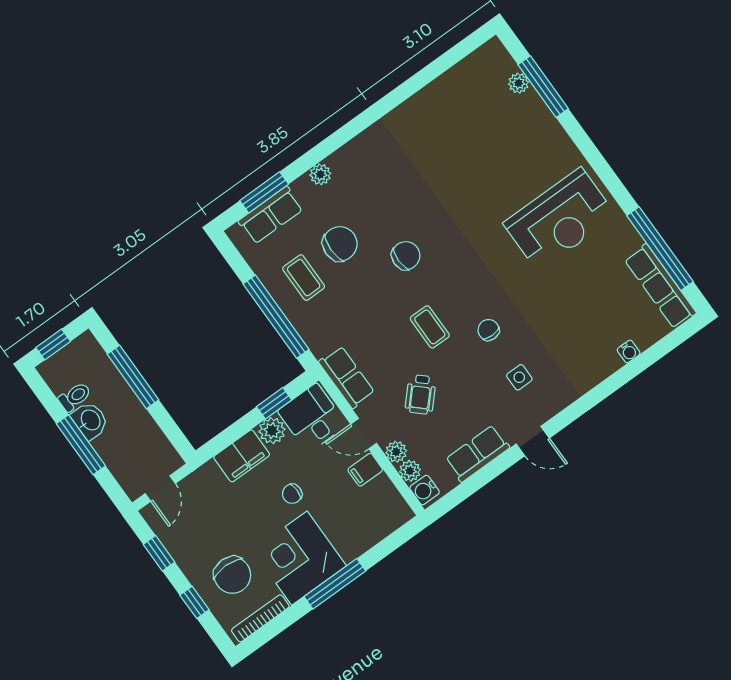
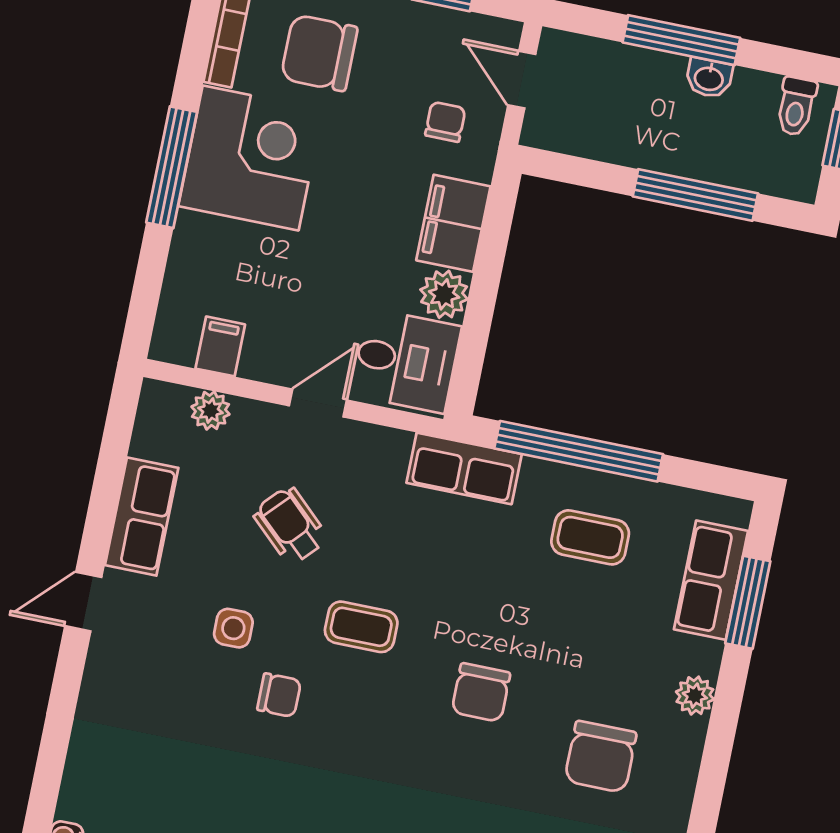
chair: (340, 244) -> (601, 757), moved
row of seats: (347, 377) -> (464, 468), moved
side table: (519, 377) -> (233, 628), moved
toilet: (75, 397) -> (796, 106), moved
window: (274, 403) -> (475, 334), removed
washbasin: (90, 420) -> (709, 78), width x0.72, depth x0.69
plant: (396, 452) -> (252, 419), removed
filing cabinet: (365, 470) -> (220, 346), moved
water cooler: (425, 490) -> (167, 403), removed
chair: (292, 494) -> (445, 122), moved

